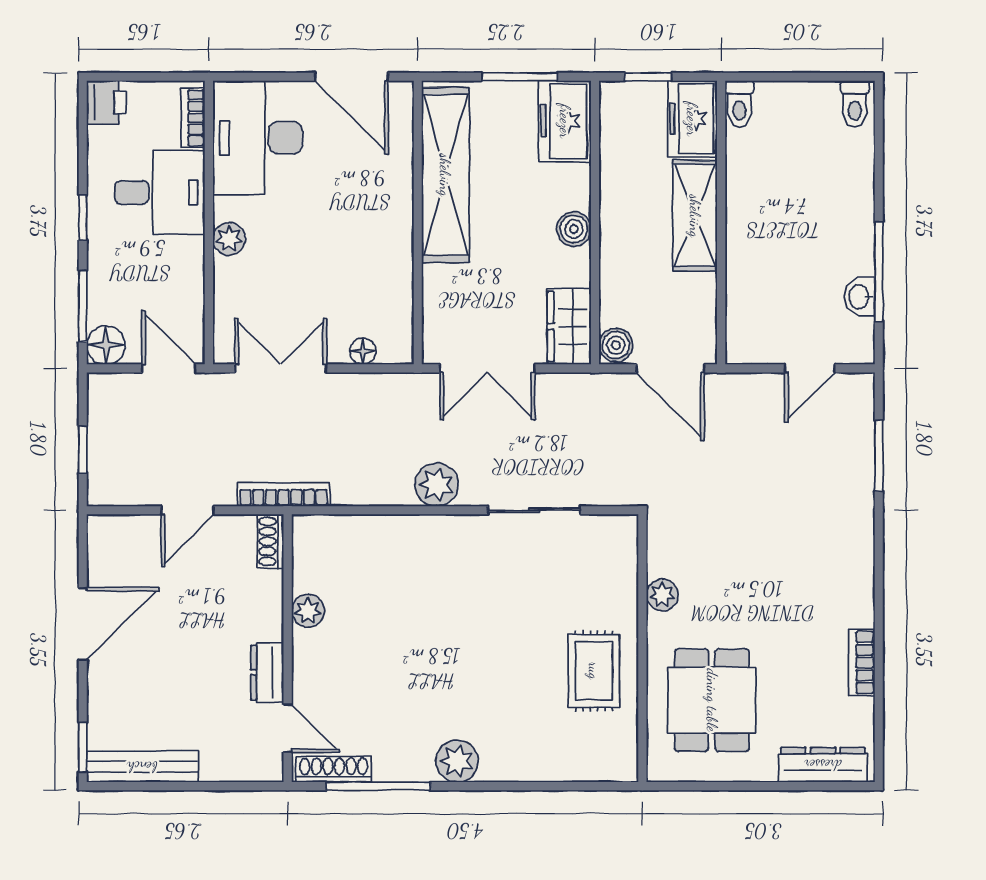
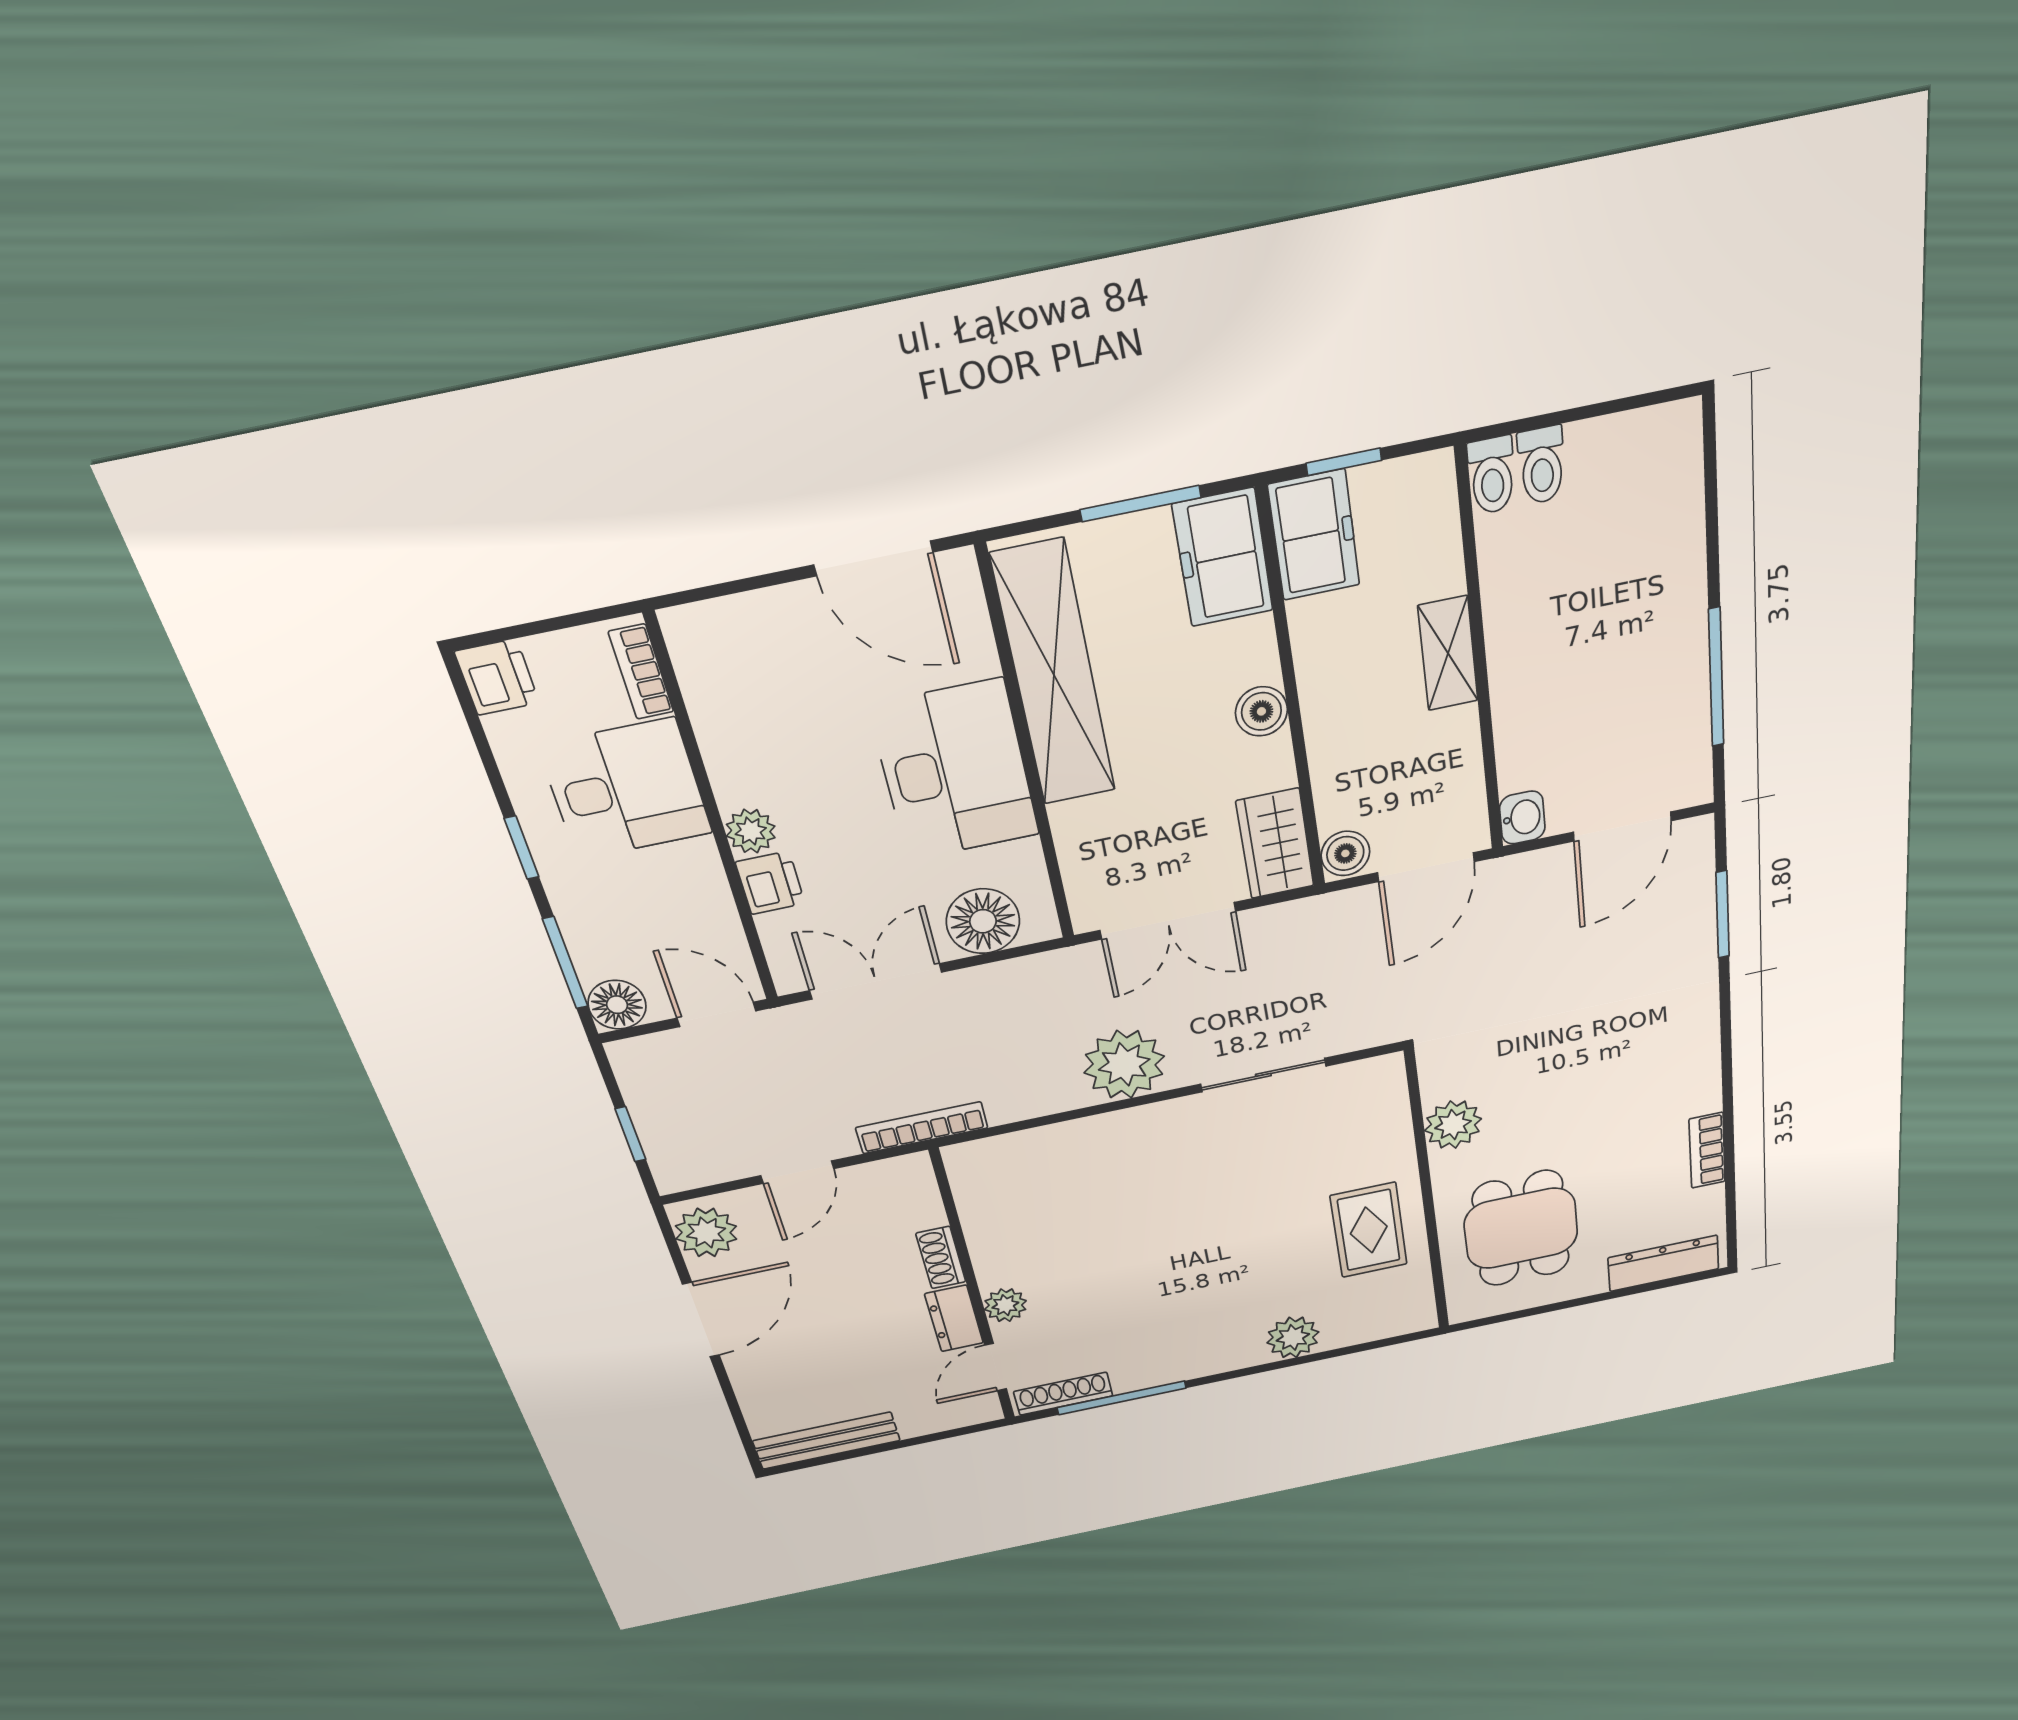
toilet: (855, 104) -> (1542, 465), moved
freezer: (692, 119) -> (1314, 535), moved, turned 180
desk: (258, 138) -> (955, 771), moved, turned 180
shelving: (695, 216) -> (1448, 653), width x0.67, depth x0.75
printer: (231, 279) -> (770, 883), added
washbasin: (860, 297) -> (1522, 818), moved, turned 180
floor lamp: (363, 351) -> (983, 921), width x1.89, depth x1.89
door: (670, 368) -> (1426, 867), hinge flipped
door: (810, 368) -> (1622, 826), width x1.38
plant: (437, 485) -> (1124, 1064), width x1.36, depth x1.36
shoe rack: (271, 541) -> (941, 1258), moved
plant: (109, 546) -> (706, 1233), added
plant: (662, 595) -> (1453, 1125), width x1.38, depth x1.38
plant: (308, 611) -> (1005, 1305), moved
door: (288, 728) -> (996, 1367), swing flipped
window: (83, 747) -> (746, 1438), removed
plant: (457, 761) -> (1293, 1337), moved

